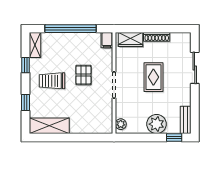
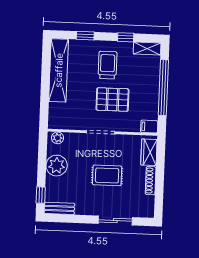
pallet: (83, 75) -> (112, 100), width x1.50, depth x1.42
plant: (157, 124) -> (57, 166), moved
shelving: (49, 126) -> (59, 70), width x1.47

